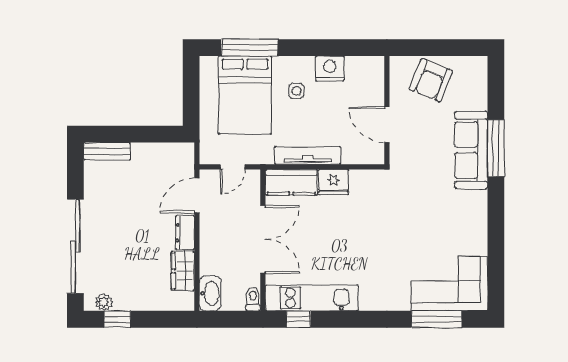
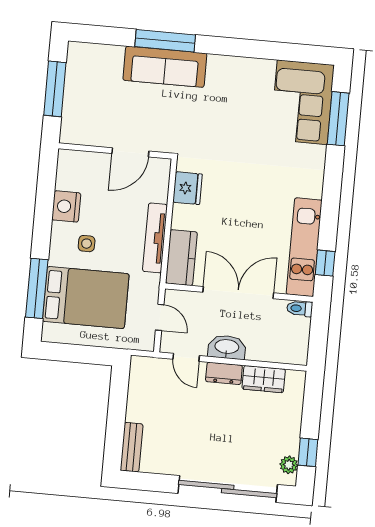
window: (441, 48) -> (55, 89), added
armchair: (431, 80) -> (88, 102), removed
fridge: (334, 182) -> (188, 188), moved
door: (197, 195) -> (186, 357), width x0.73
washbasin: (210, 293) -> (227, 347), moved

